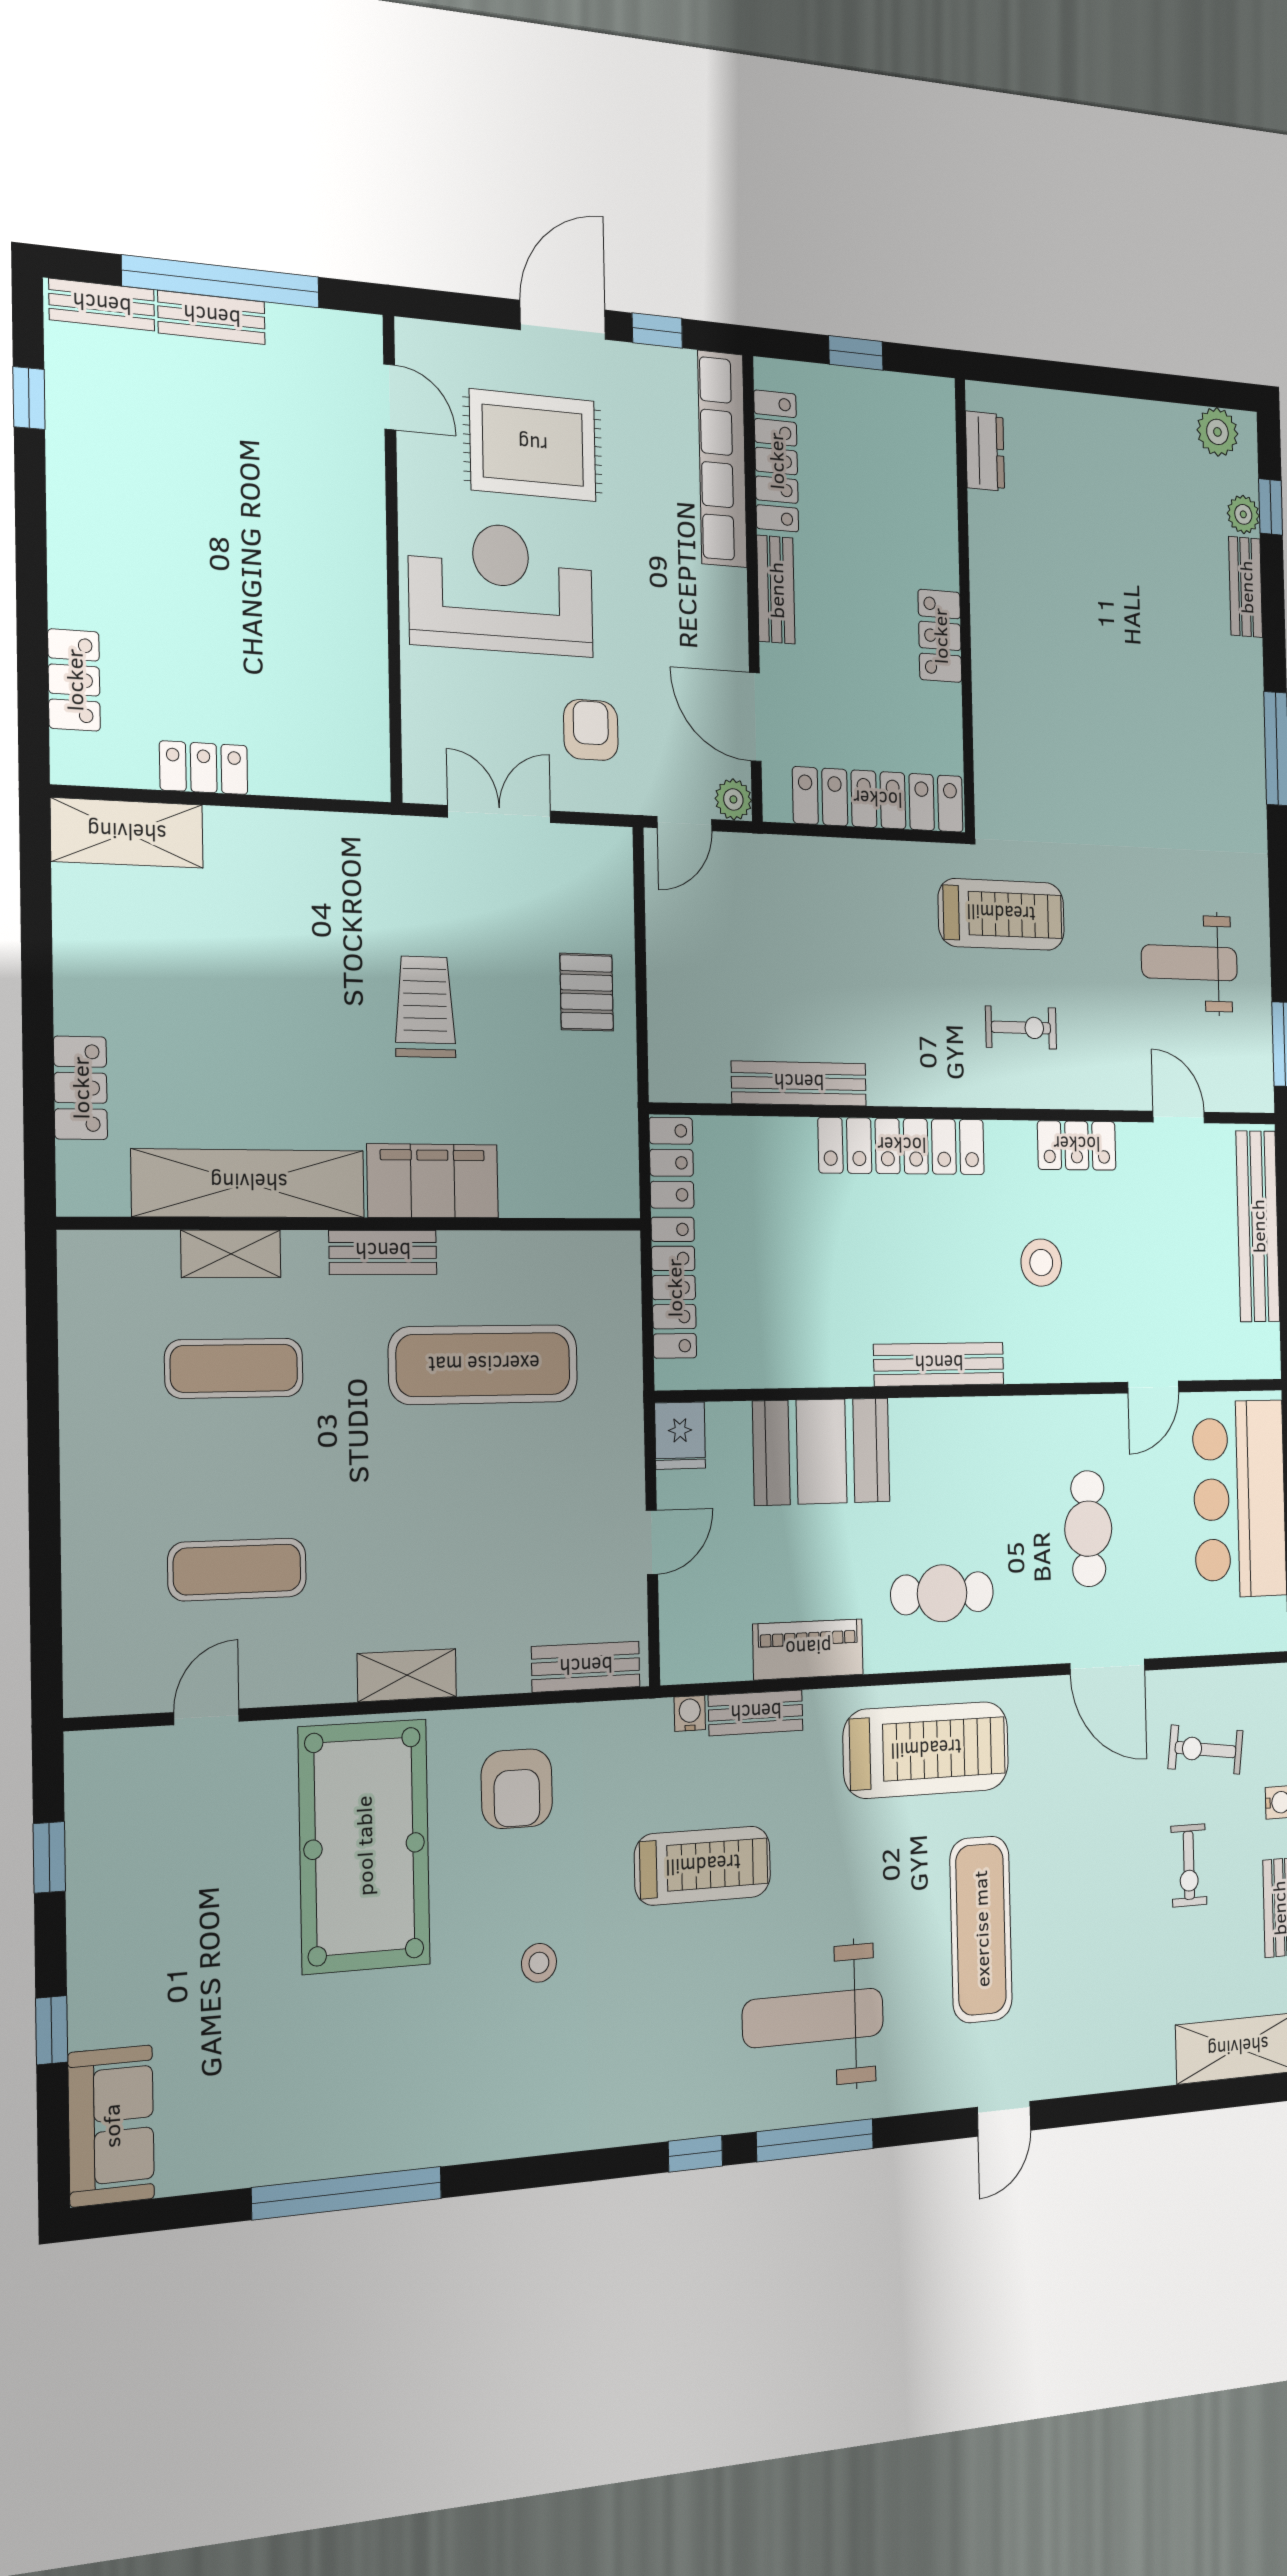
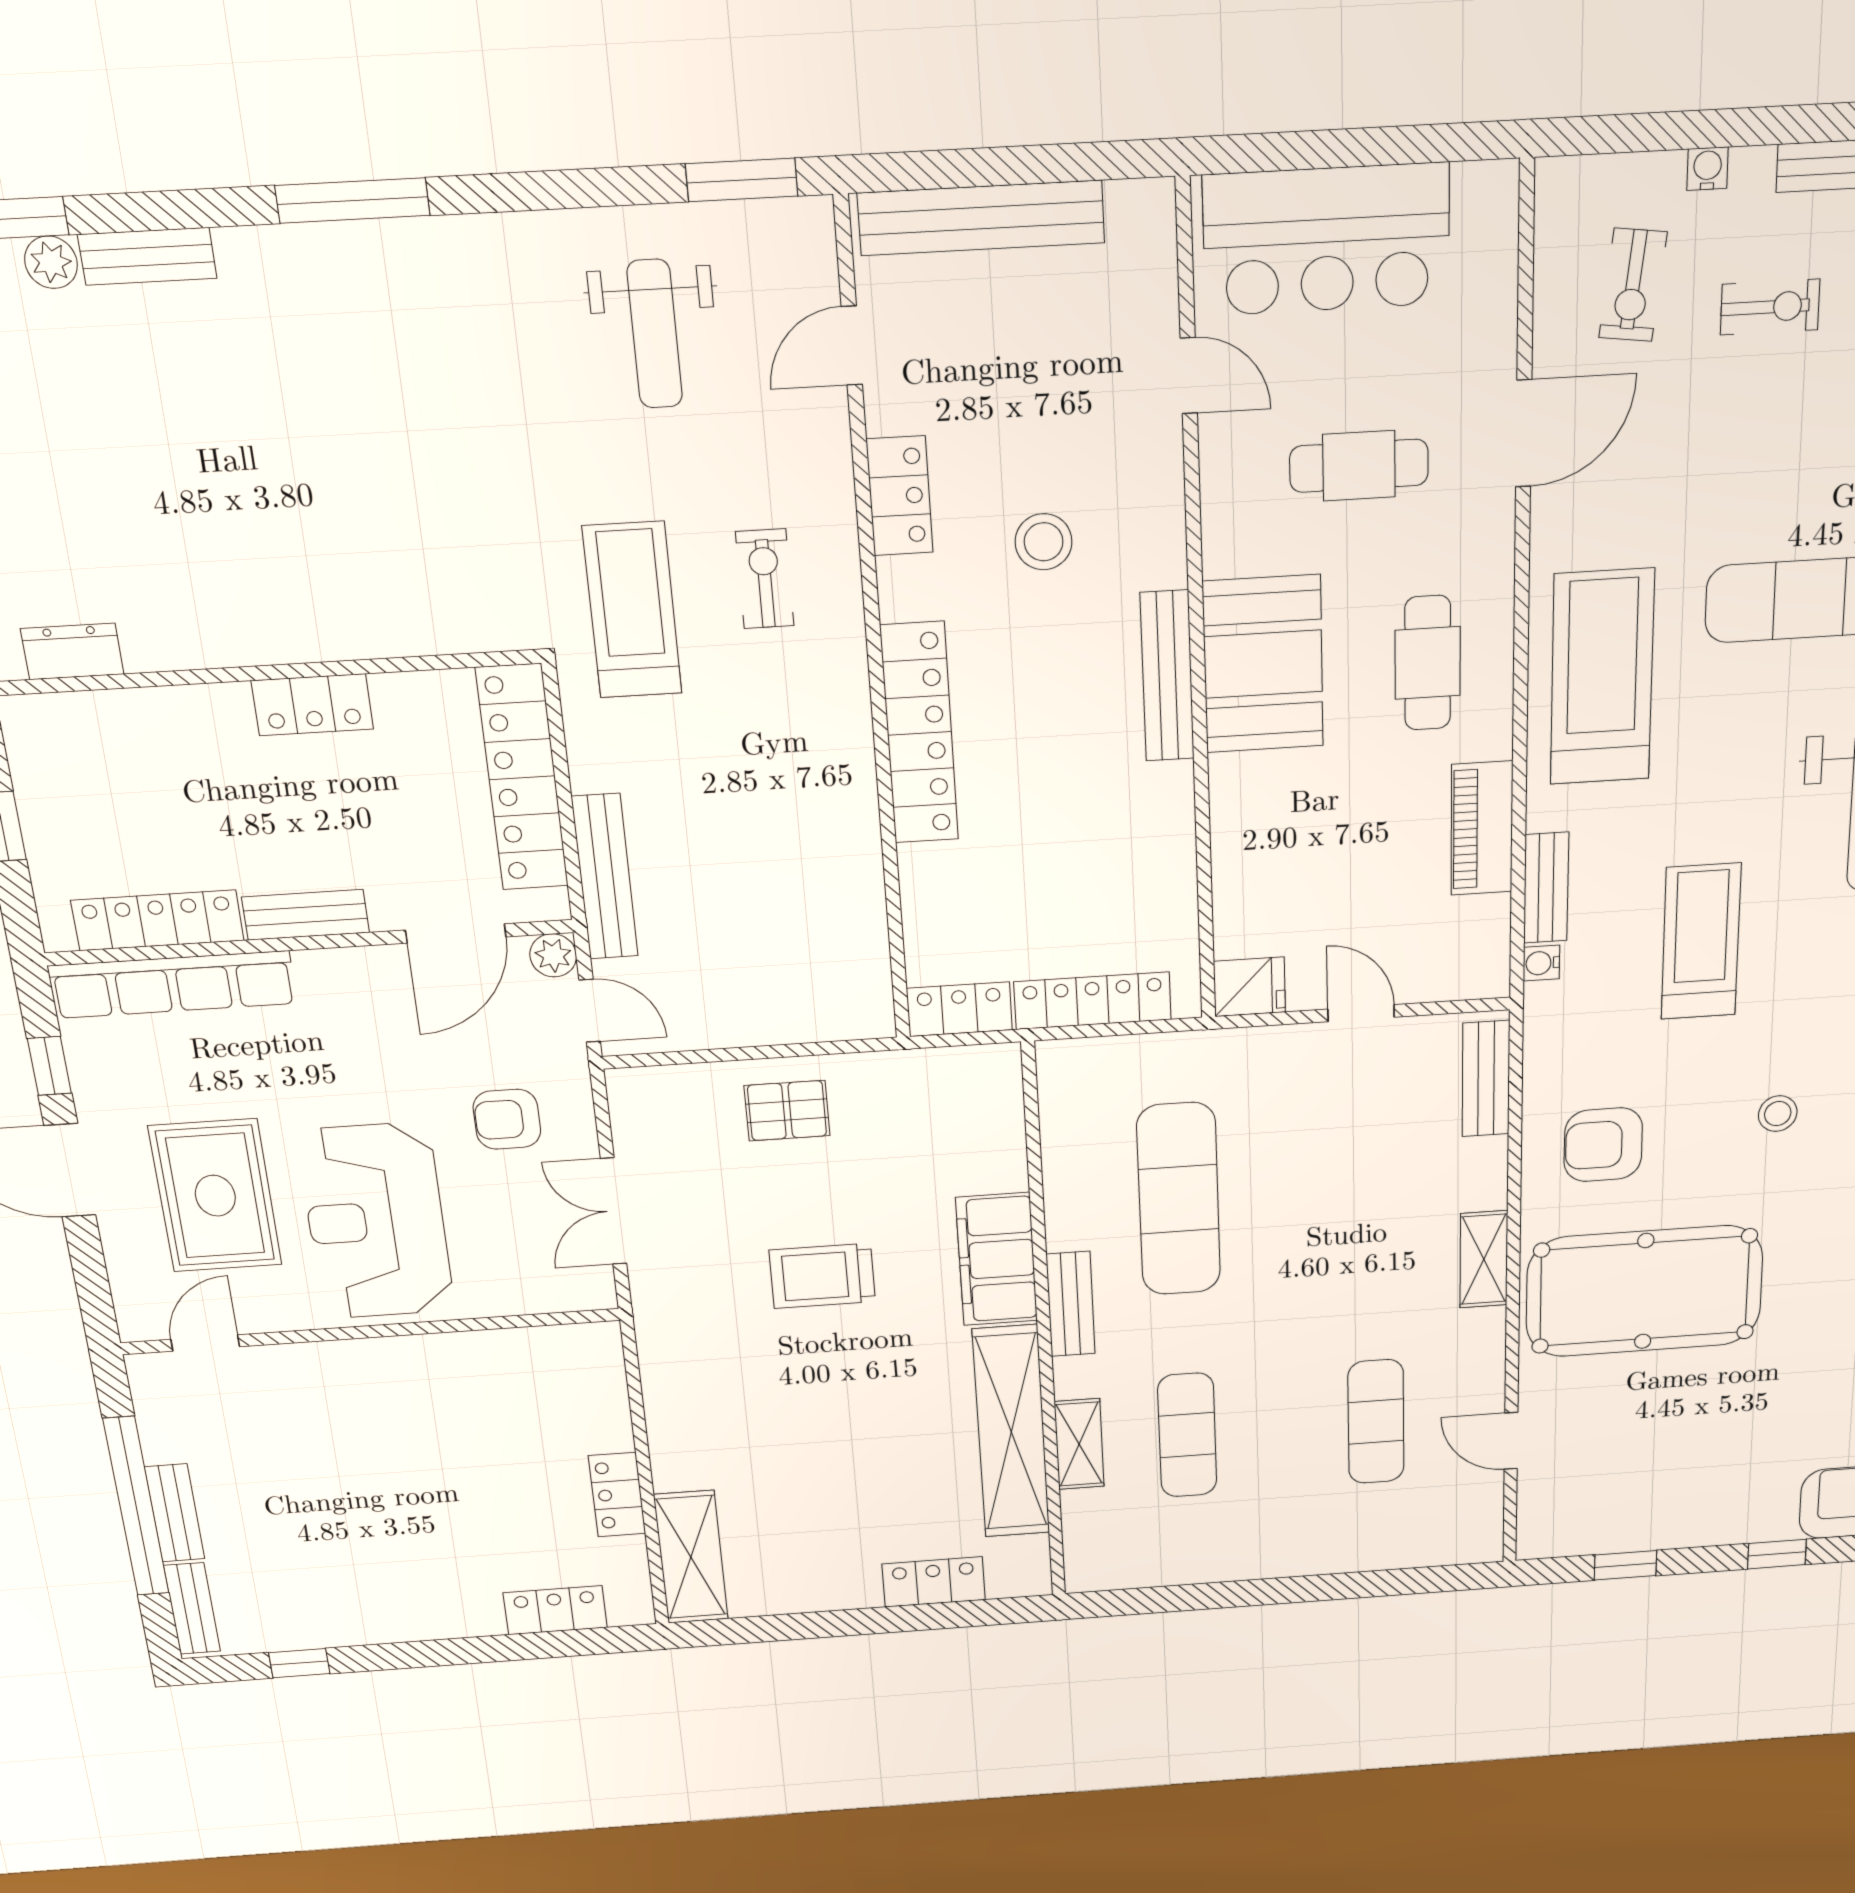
bench: (799, 1083) -> (605, 877), moved
booth: (822, 1452) -> (1263, 664), moved
armchair: (517, 1789) -> (1603, 1145), turned 180

